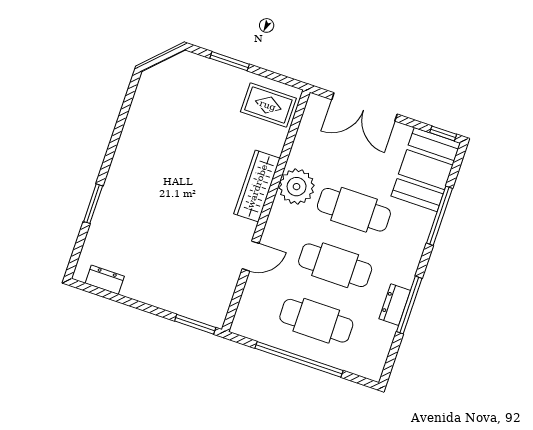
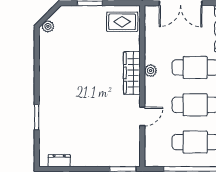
plant: (156, 74) -> (48, 26), added
plant: (297, 187) -> (151, 71), width x0.53, depth x0.53

